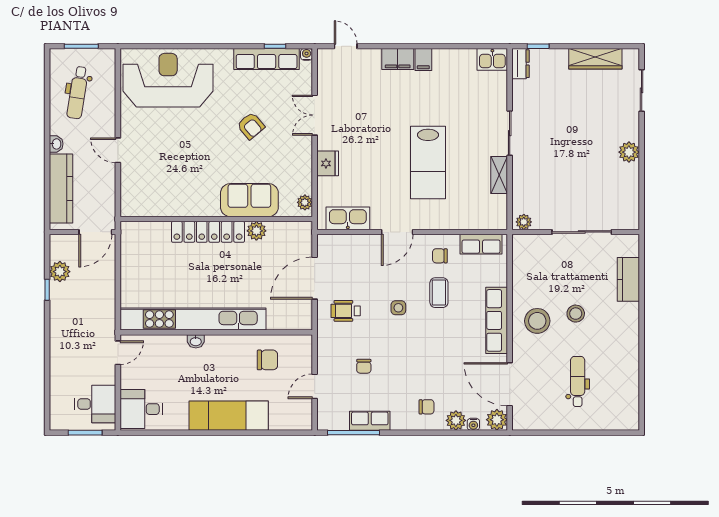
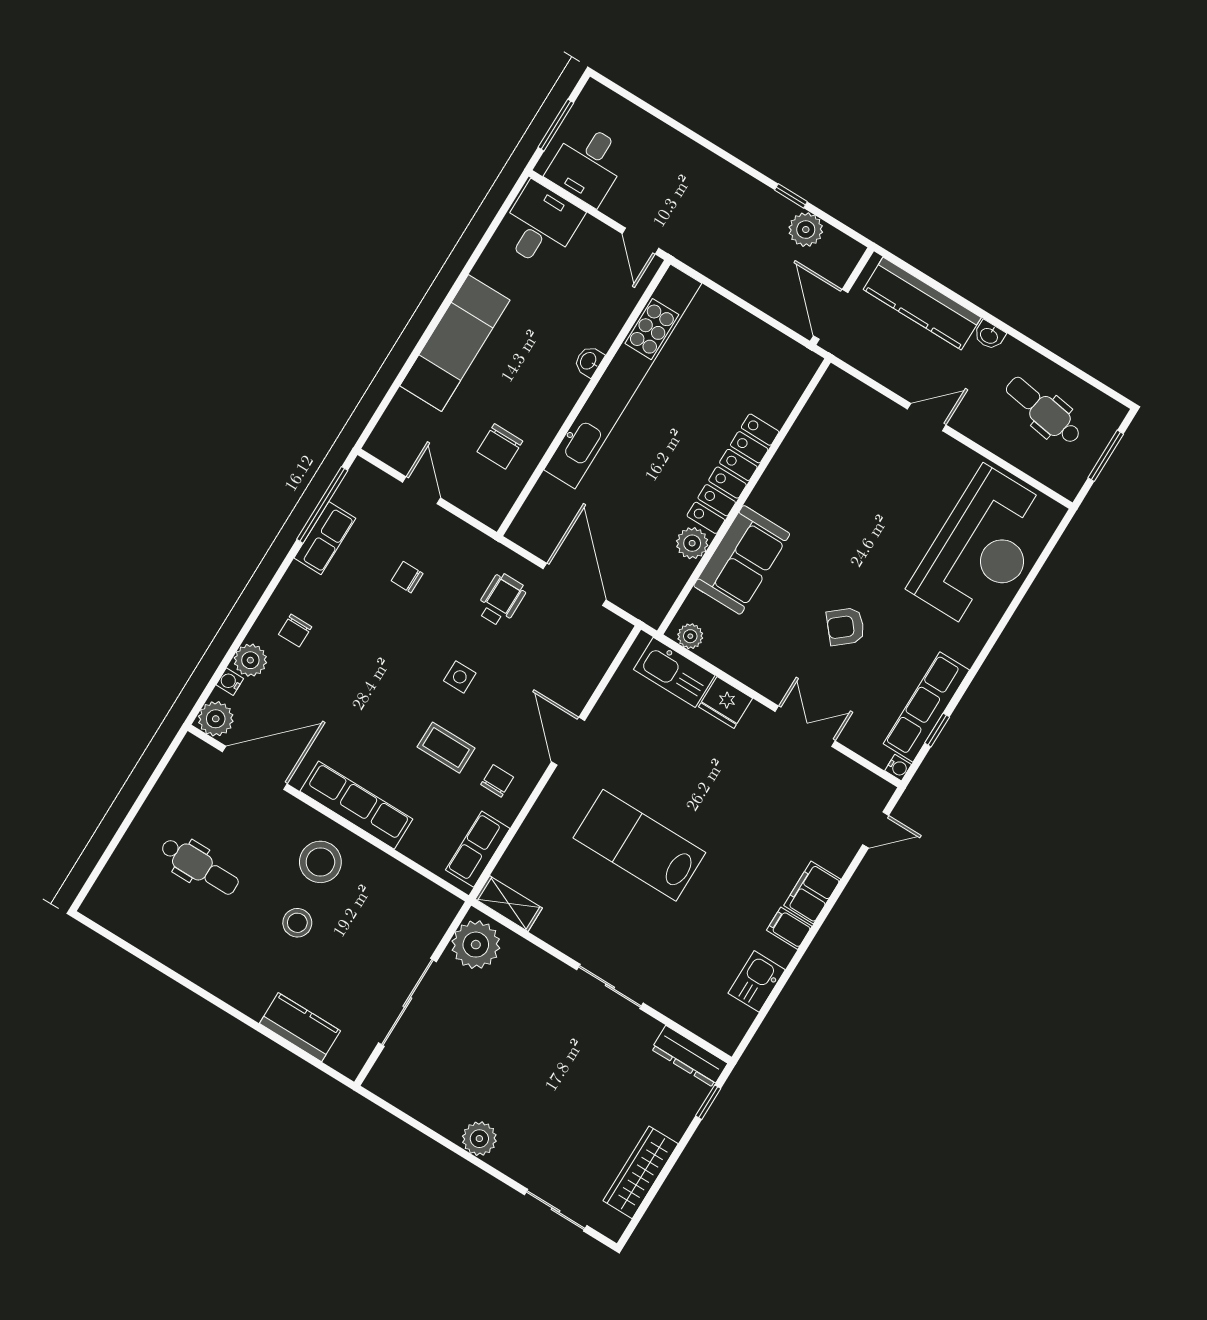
kitchen sink: (492, 59) -> (757, 981), moved
dresser: (521, 64) -> (689, 1056), width x1.44
shelving: (499, 175) -> (509, 904), moved
kitchen sink: (348, 218) -> (674, 672), moved, turned 90
plant: (524, 222) -> (476, 945), width x1.88, depth x1.88

